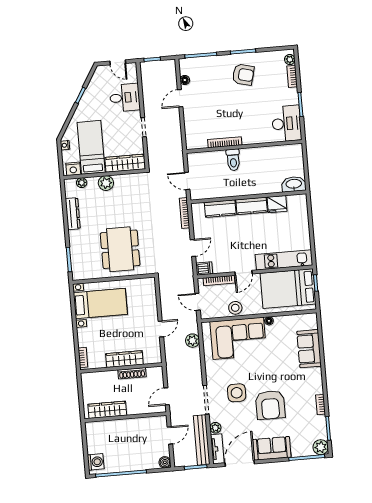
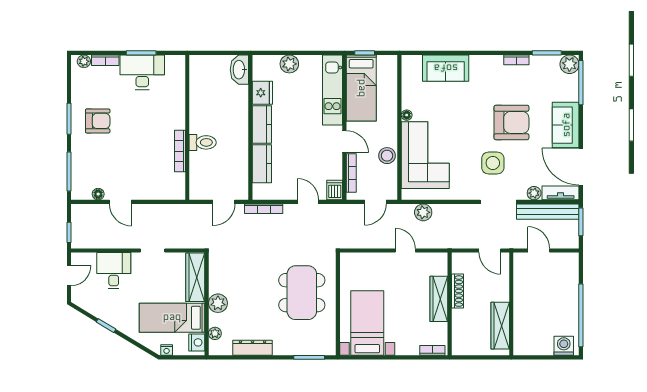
armchair: (243, 75) -> (98, 121), turned 76
desk: (287, 124) -> (142, 72), moved
plant: (302, 224) -> (289, 64), added
dining table: (120, 249) -> (302, 293), turned 90
bed: (288, 289) -> (361, 88), width x0.67
boiler: (165, 462) -> (572, 260), removed

